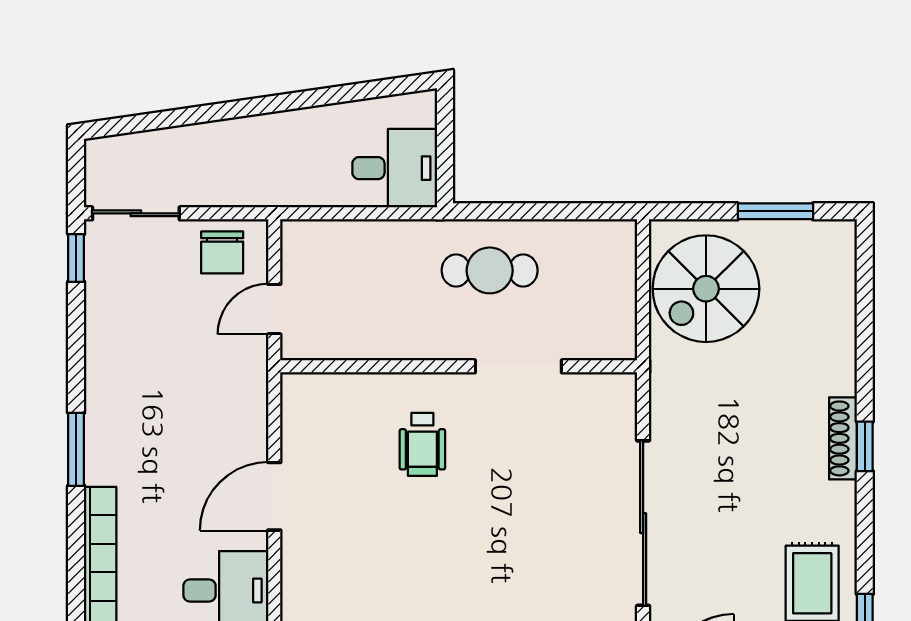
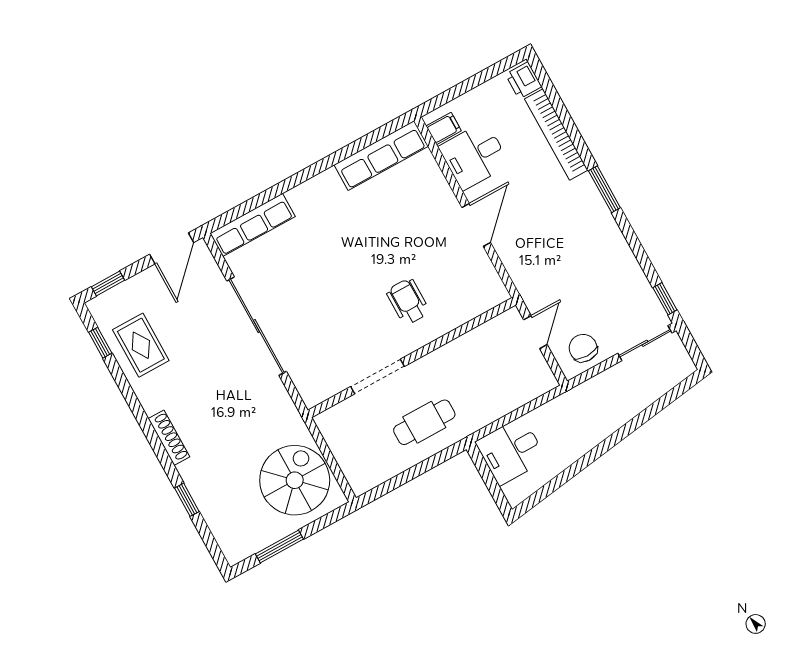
window: (865, 446) -> (187, 500), moved

